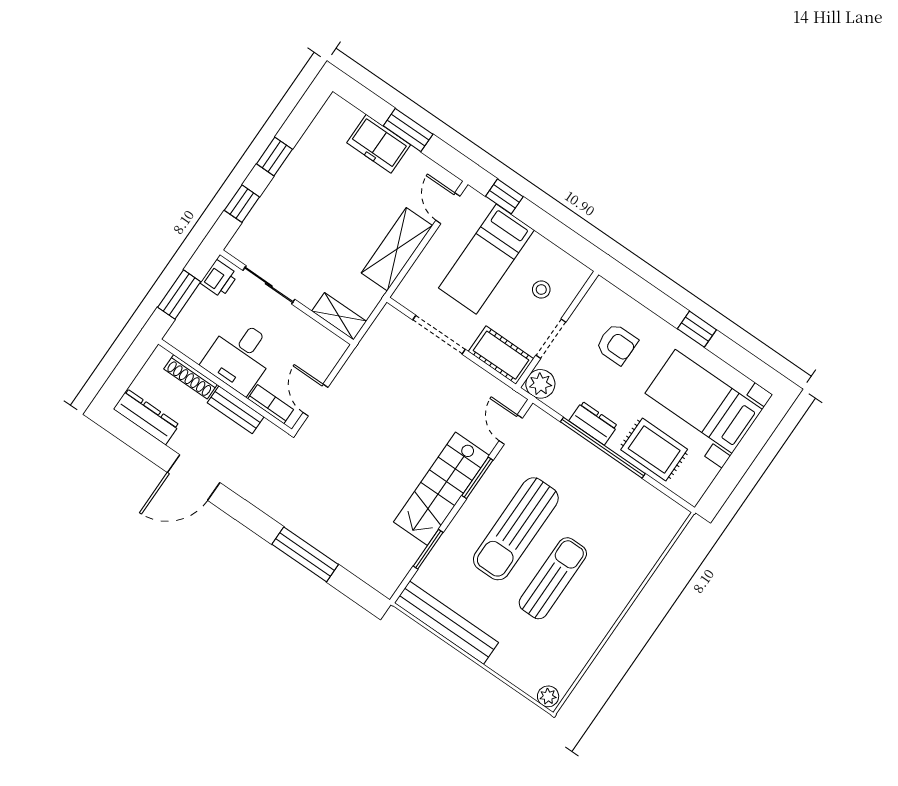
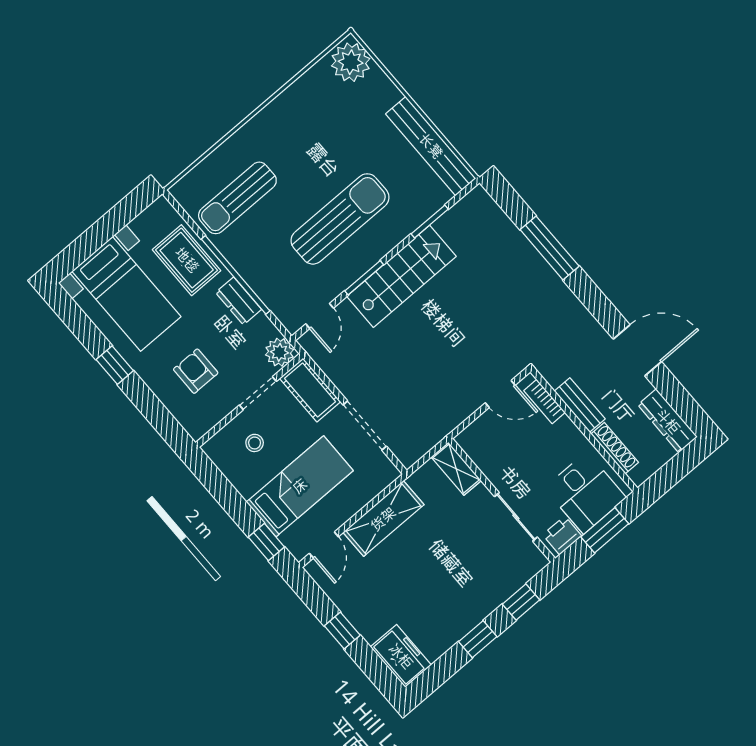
window: (408, 130) -> (342, 631), width x0.67
freezer: (379, 144) -> (401, 656), moved
desk: (240, 356) -> (585, 493), moved, turned 90
door: (316, 400) -> (500, 394), hinge flipped
sun lounger: (553, 578) -> (237, 198), moved
plant: (548, 696) -> (351, 62), width x1.88, depth x1.88

